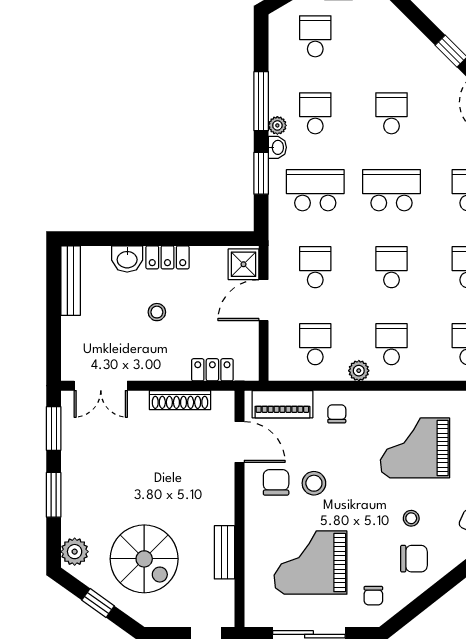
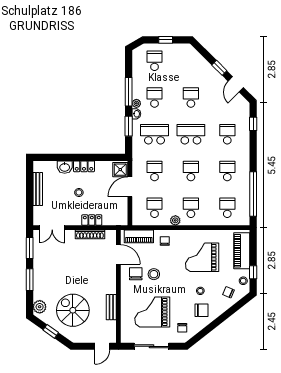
bench: (71, 281) -> (38, 189), moved
locker: (212, 370) -> (92, 220), moved
spiral stairs: (144, 559) -> (73, 310), turned 180

